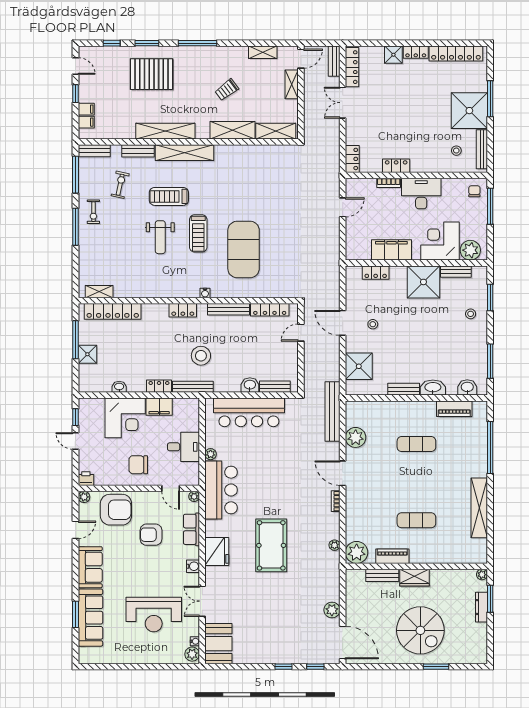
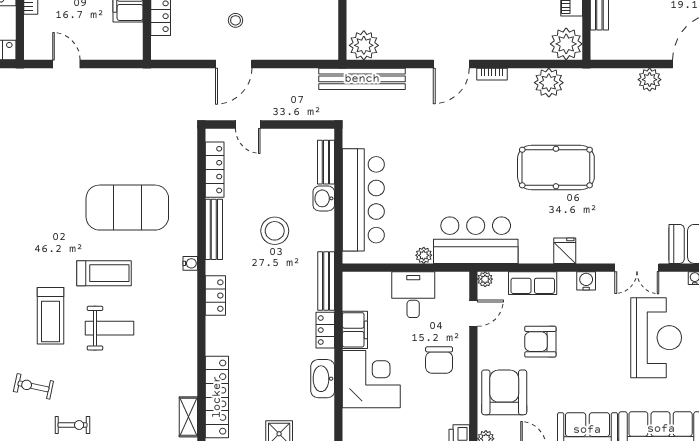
stool: (201, 356) -> (275, 231), moved
shower: (359, 366) -> (297, 41), removed
washbasin: (119, 387) -> (323, 379), width x1.91, depth x1.45
plant: (356, 437) -> (364, 45), moved
armchair: (151, 535) -> (540, 342), turned 90
plant: (334, 545) -> (549, 83), width x1.88, depth x1.88
fridge: (217, 552) -> (565, 251), width x0.53, depth x0.75

